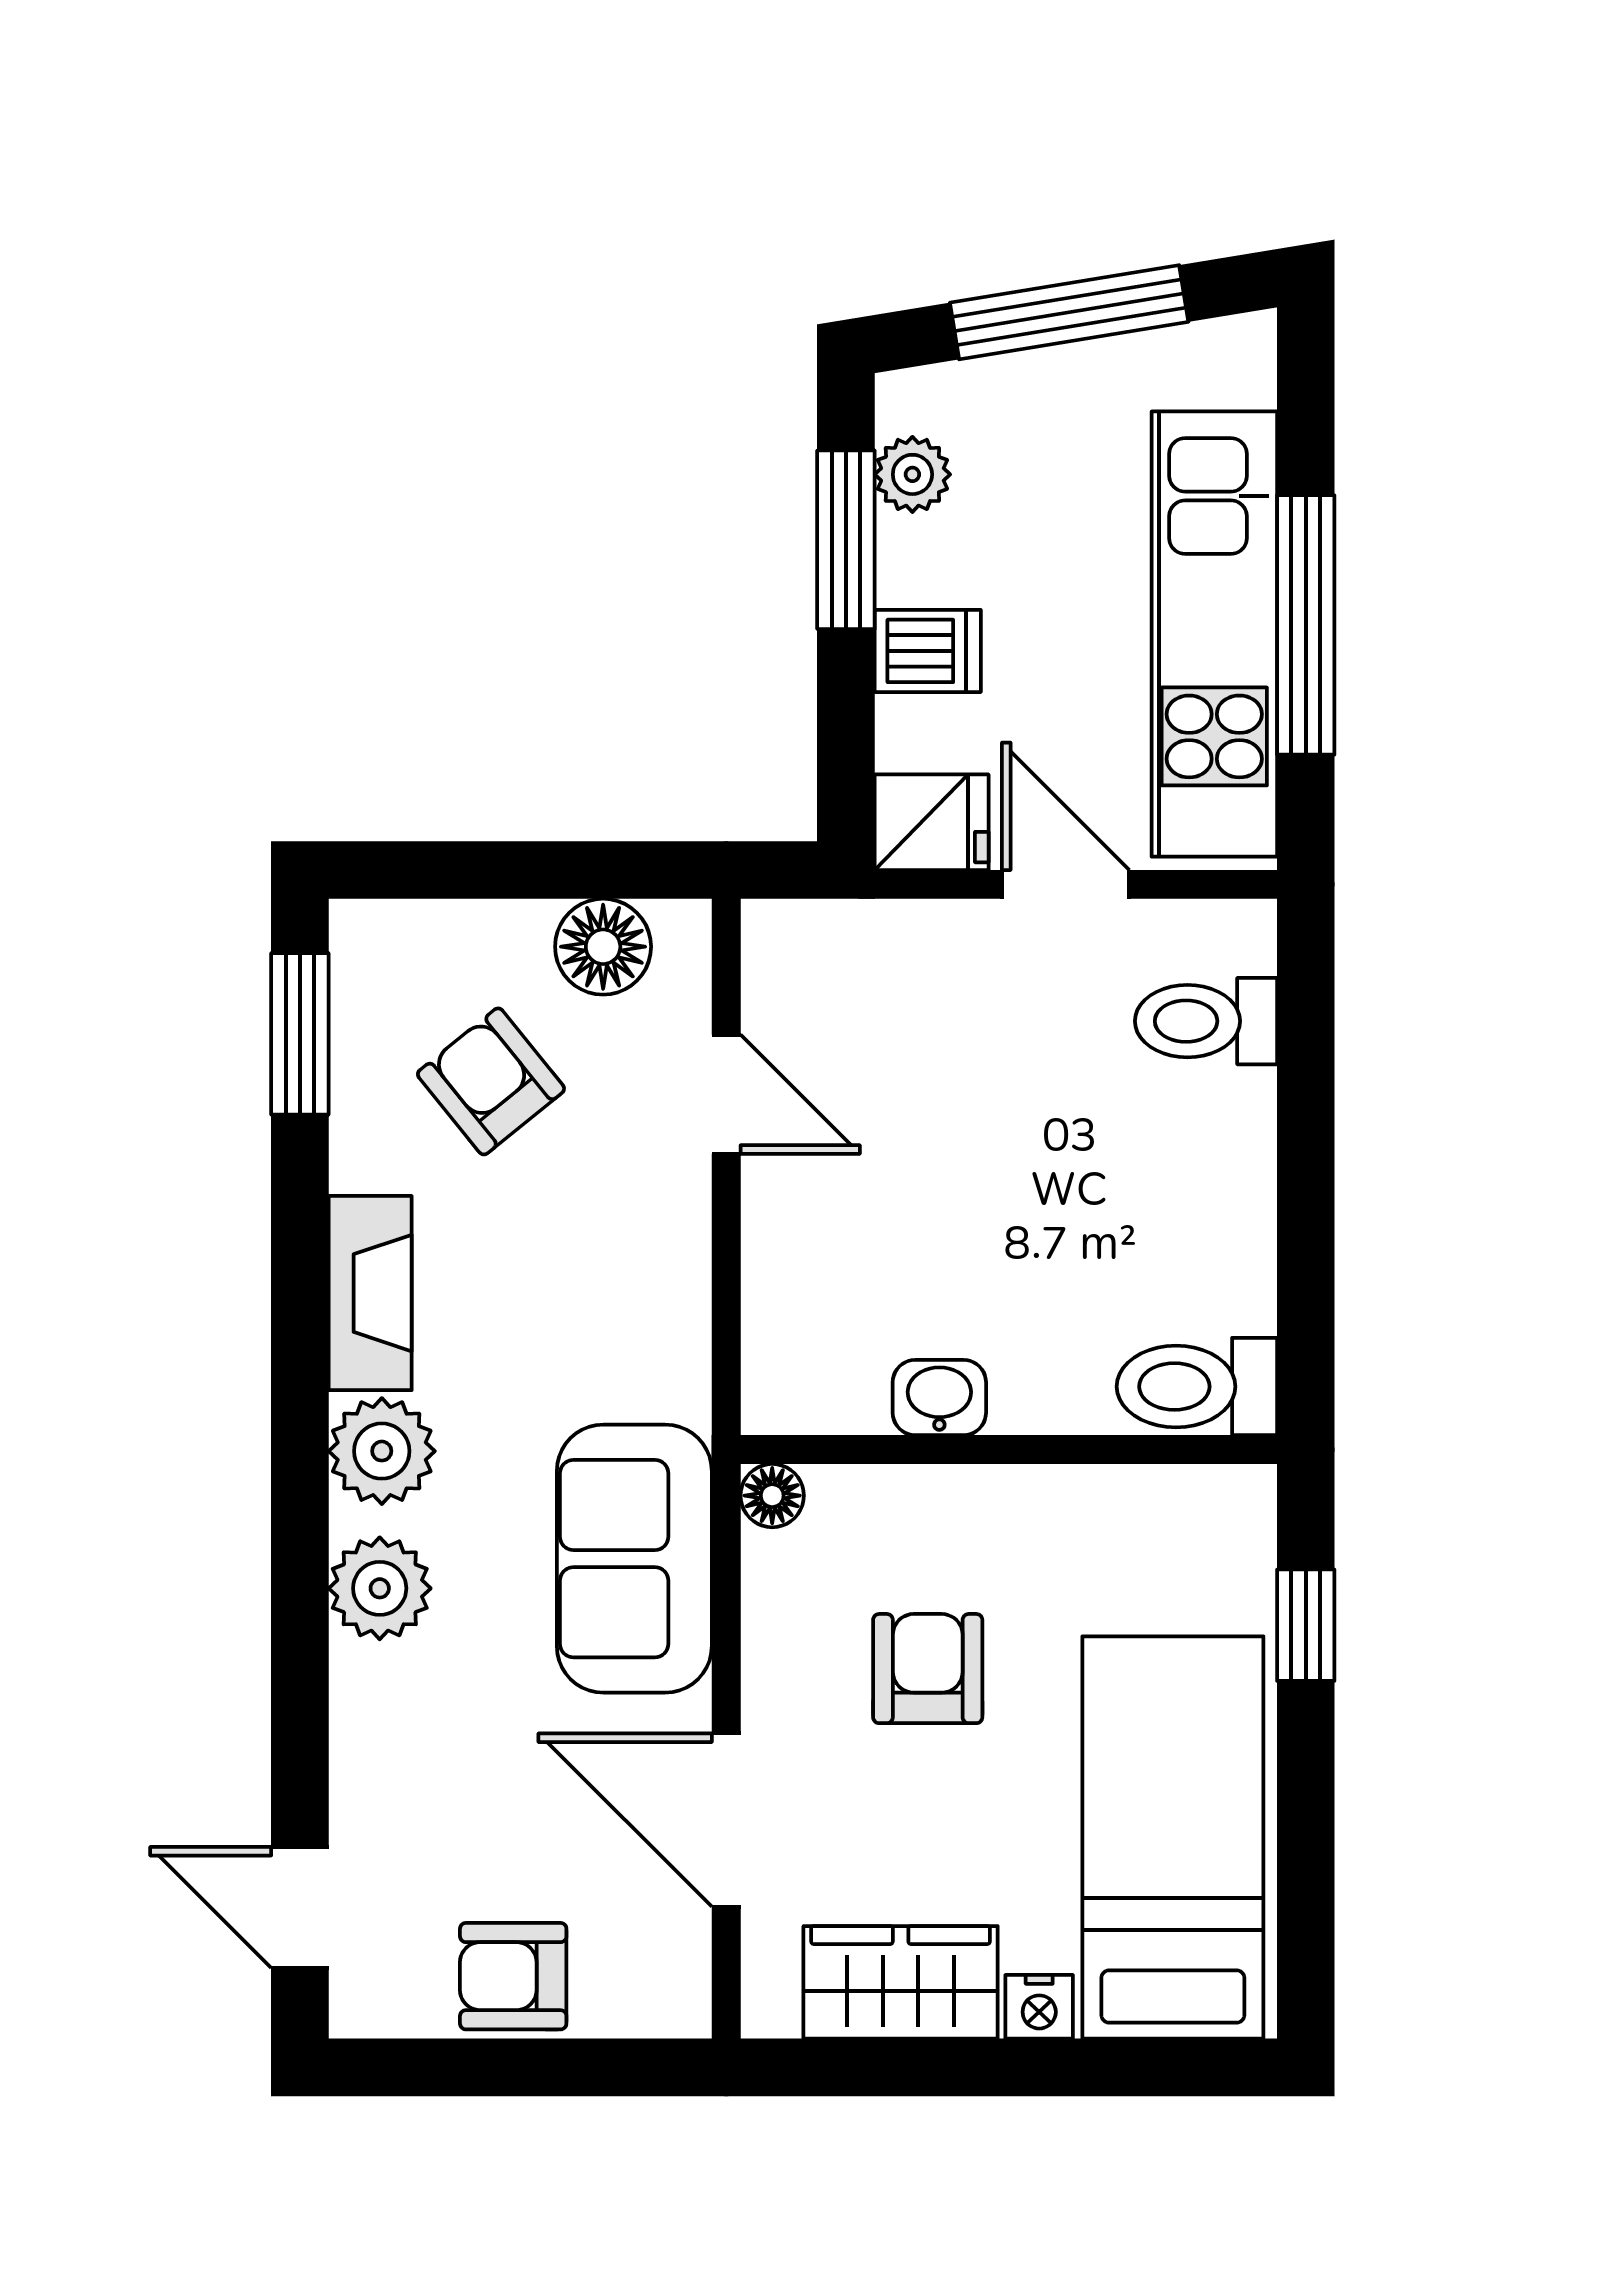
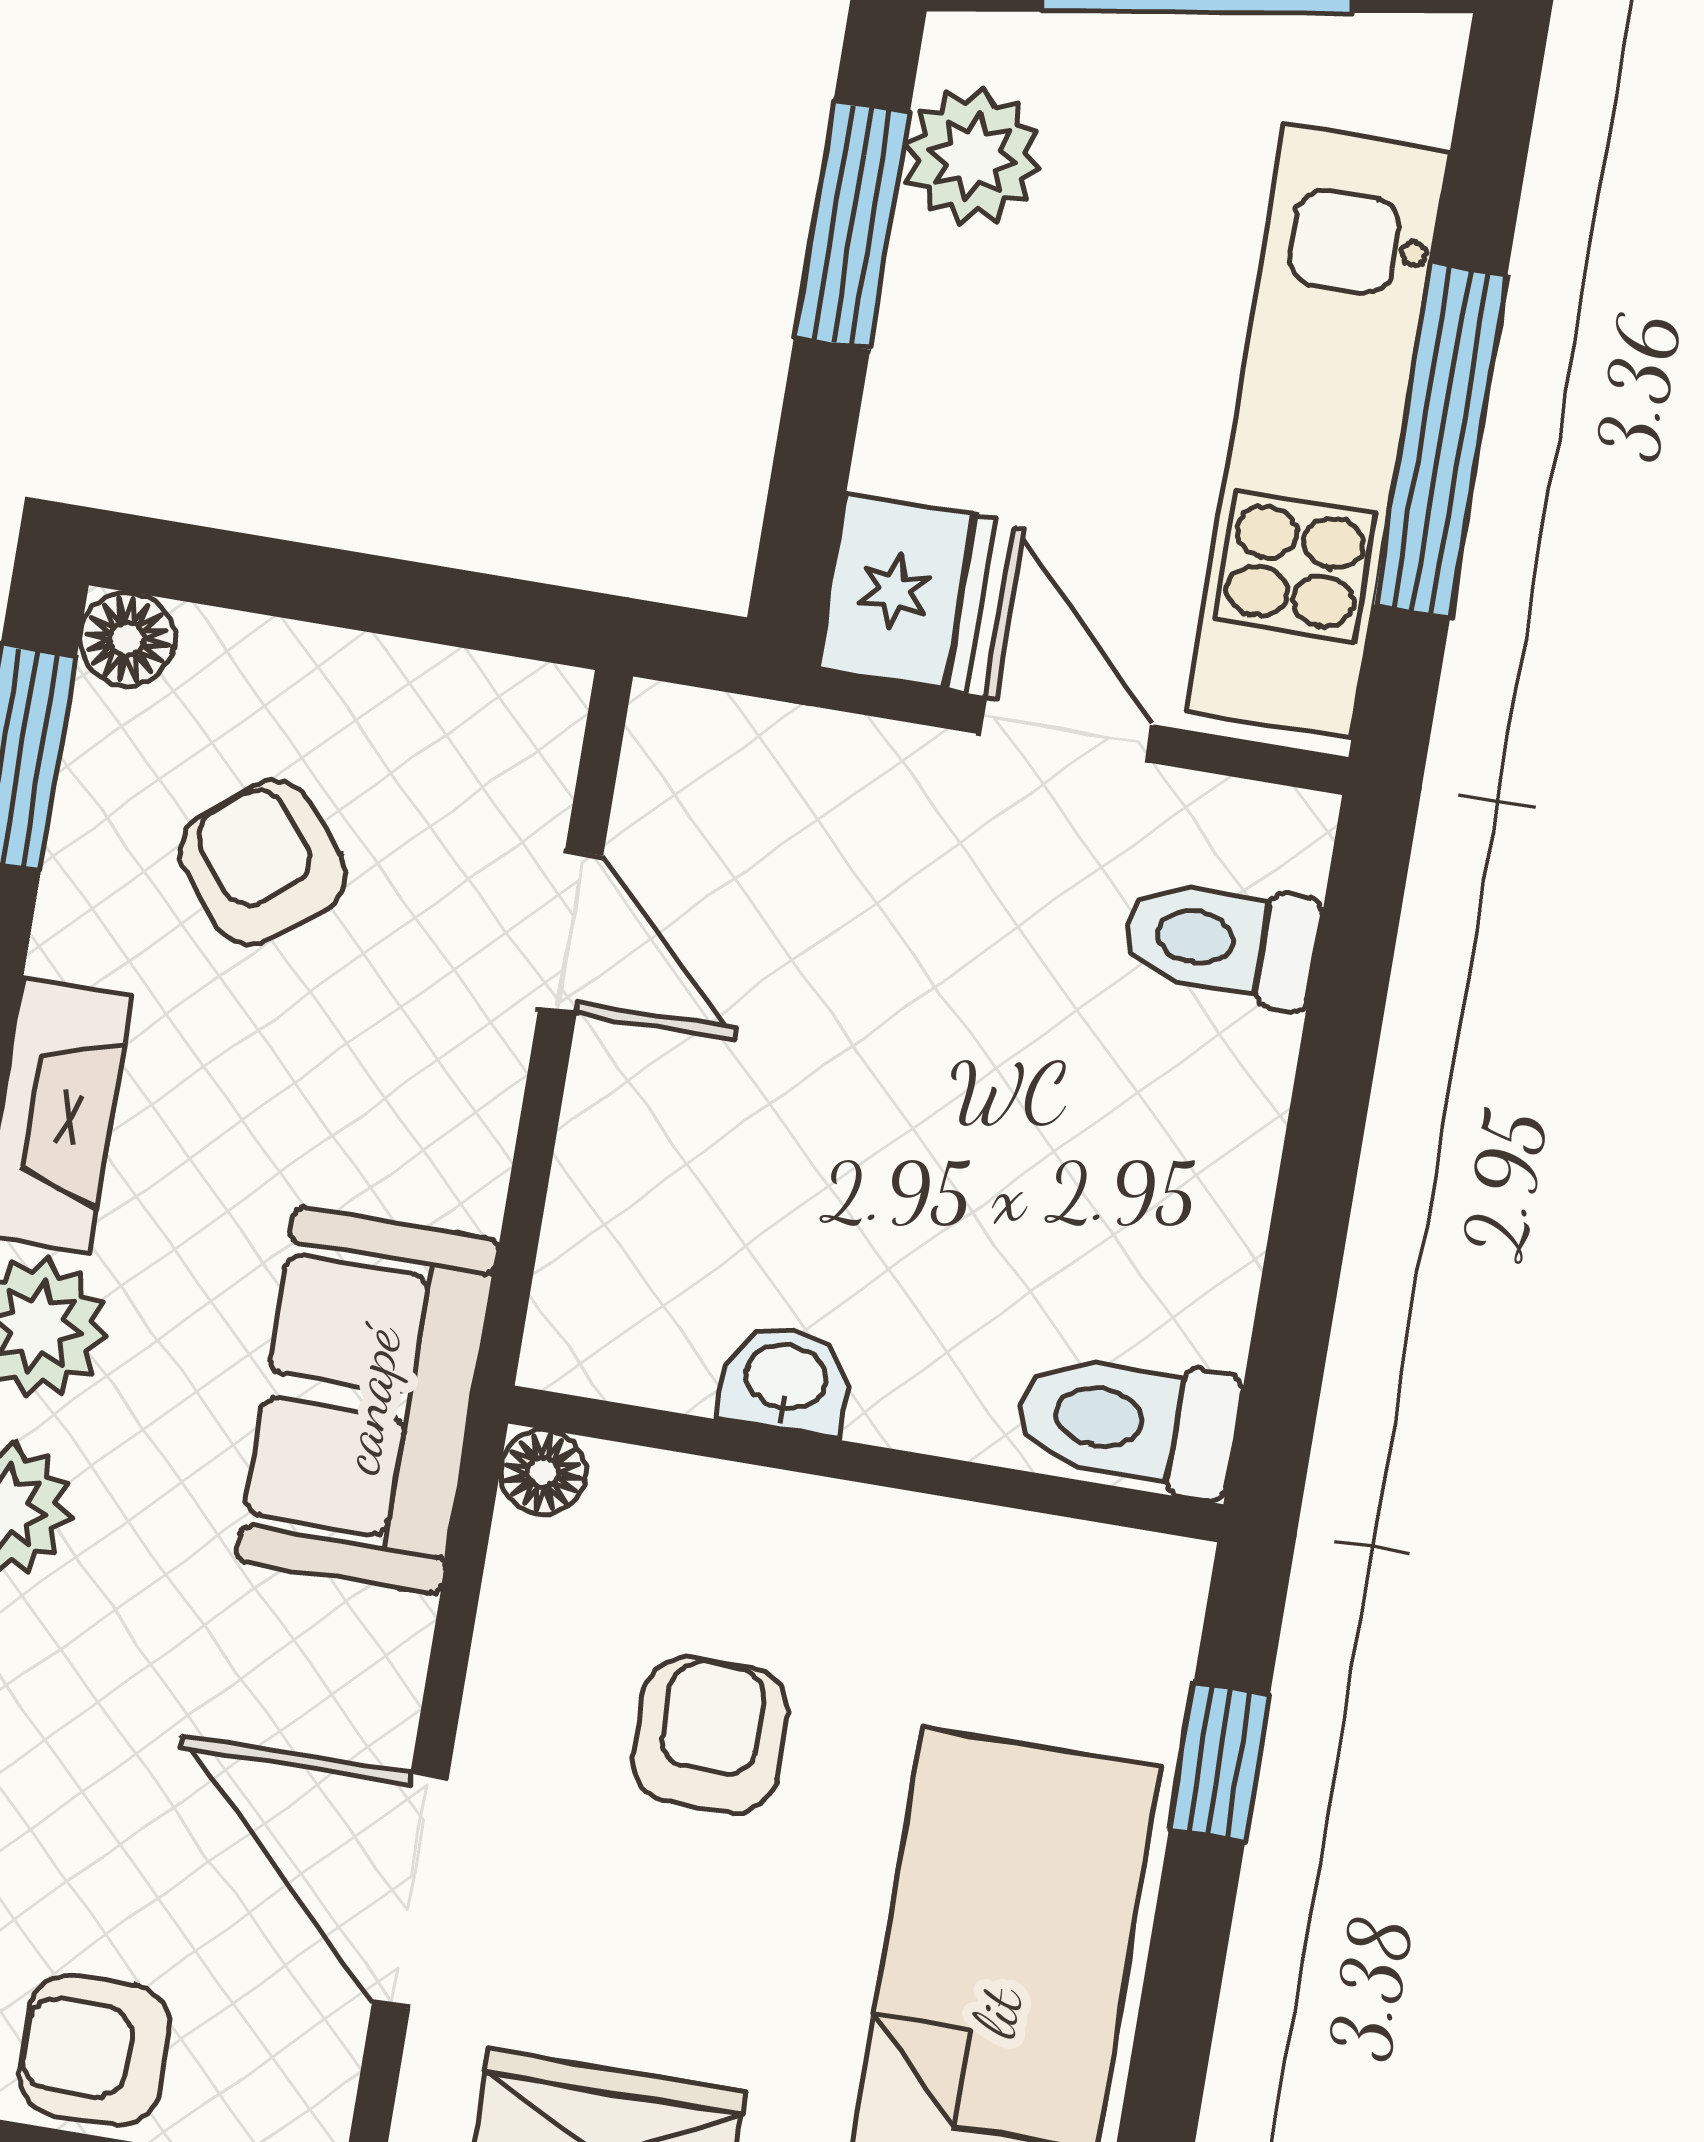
plant: (912, 474) -> (973, 157), width x1.38, depth x1.38
dishwasher: (928, 651) -> (935, 390), removed
fridge: (932, 822) -> (907, 593), width x1.38
floor lamp: (603, 947) -> (127, 639), moved, width x0.73, depth x0.73
sofa: (634, 1559) -> (368, 1400), moved

